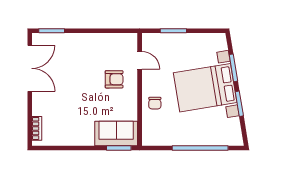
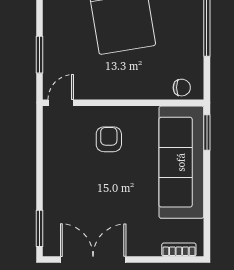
door: (140, 60) -> (61, 103), moved
chair: (155, 103) -> (182, 88), moved
sofa: (116, 134) -> (181, 162), width x1.85, depth x1.27

